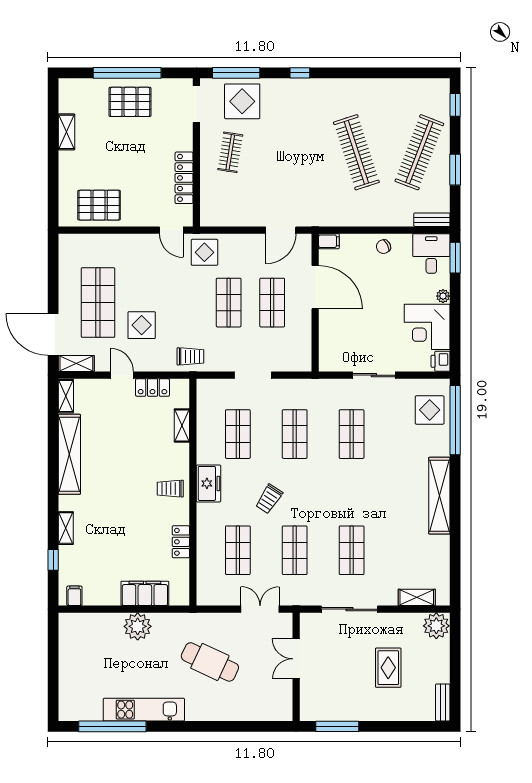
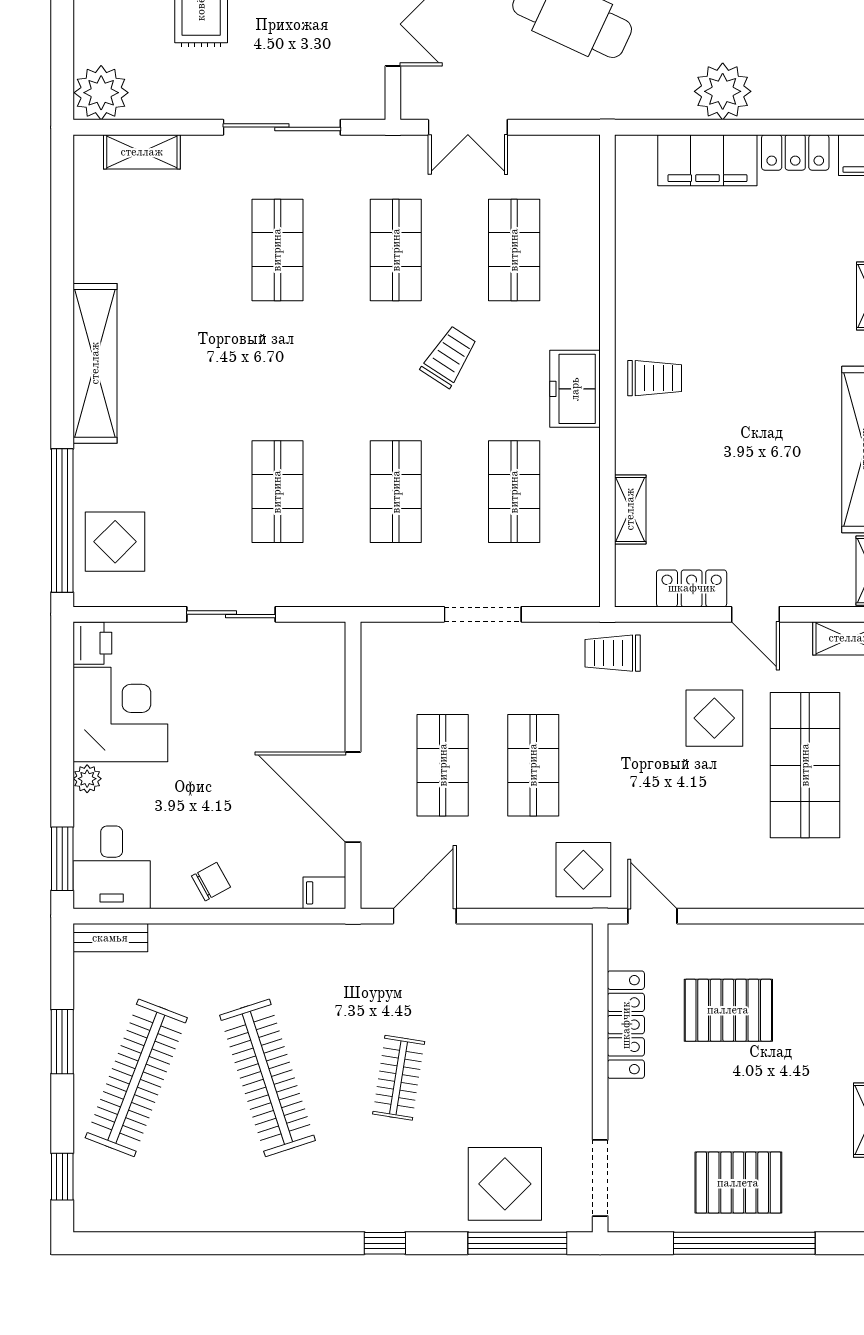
clothes rail: (230, 152) -> (399, 1078), moved
pallet: (99, 205) -> (728, 1010), moved
locker: (181, 542) -> (795, 152), moved, turned 90

